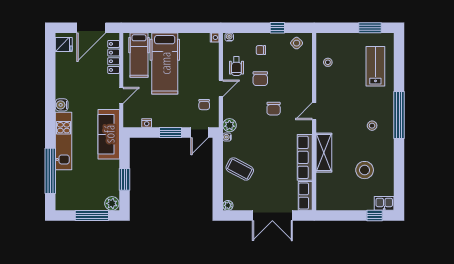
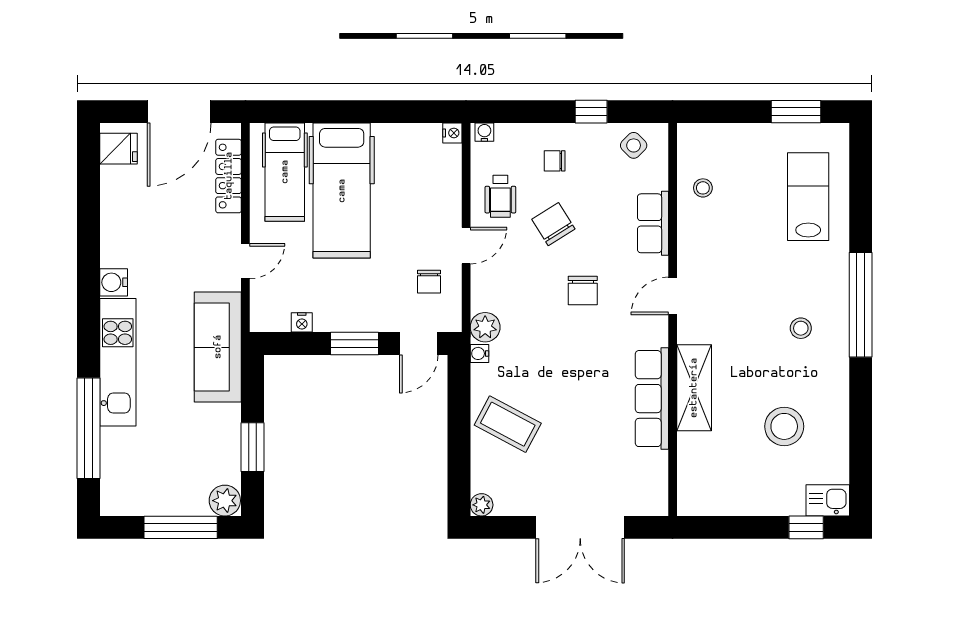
chair: (260, 79) -> (553, 224), turned 148
row of seats: (305, 196) -> (653, 223), moved

